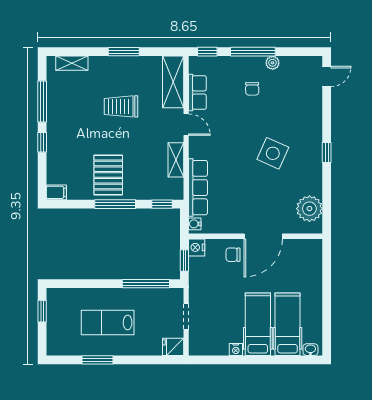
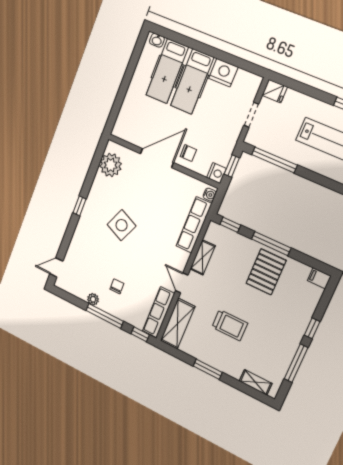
row of seats: (197, 92) -> (159, 312), width x1.48
nightstand: (236, 349) -> (223, 73), width x1.89, depth x1.79

